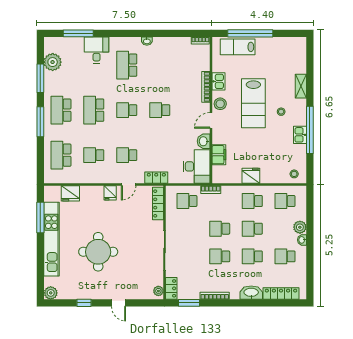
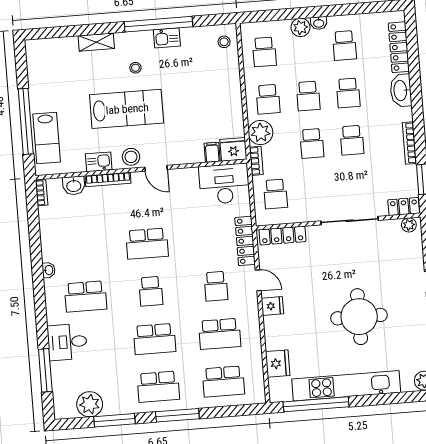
school desk: (160, 110) -> (147, 244), width x1.85
washbasin: (204, 141) -> (74, 185), moved
school desk: (94, 155) -> (220, 334), width x1.85
filing cabinet: (219, 155) -> (212, 152), width x0.50
fridge: (251, 176) -> (233, 149), moved, turned 90
locker: (156, 178) -> (245, 241), width x1.53
plant: (230, 194) -> (261, 133), added
window: (40, 217) -> (316, 404), width x1.46

